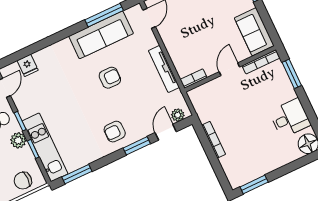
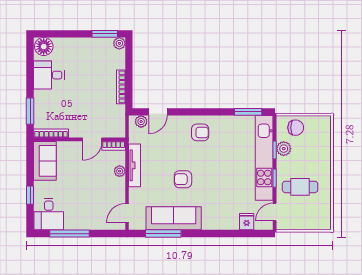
plant: (176, 56) -> (120, 171), added
door: (229, 69) -> (92, 139), moved
plant: (18, 140) -> (284, 149), moved
window: (137, 146) -> (187, 112), removed
kitchen unit: (45, 147) -> (264, 158), width x1.36
plant: (235, 182) -> (119, 43), added

